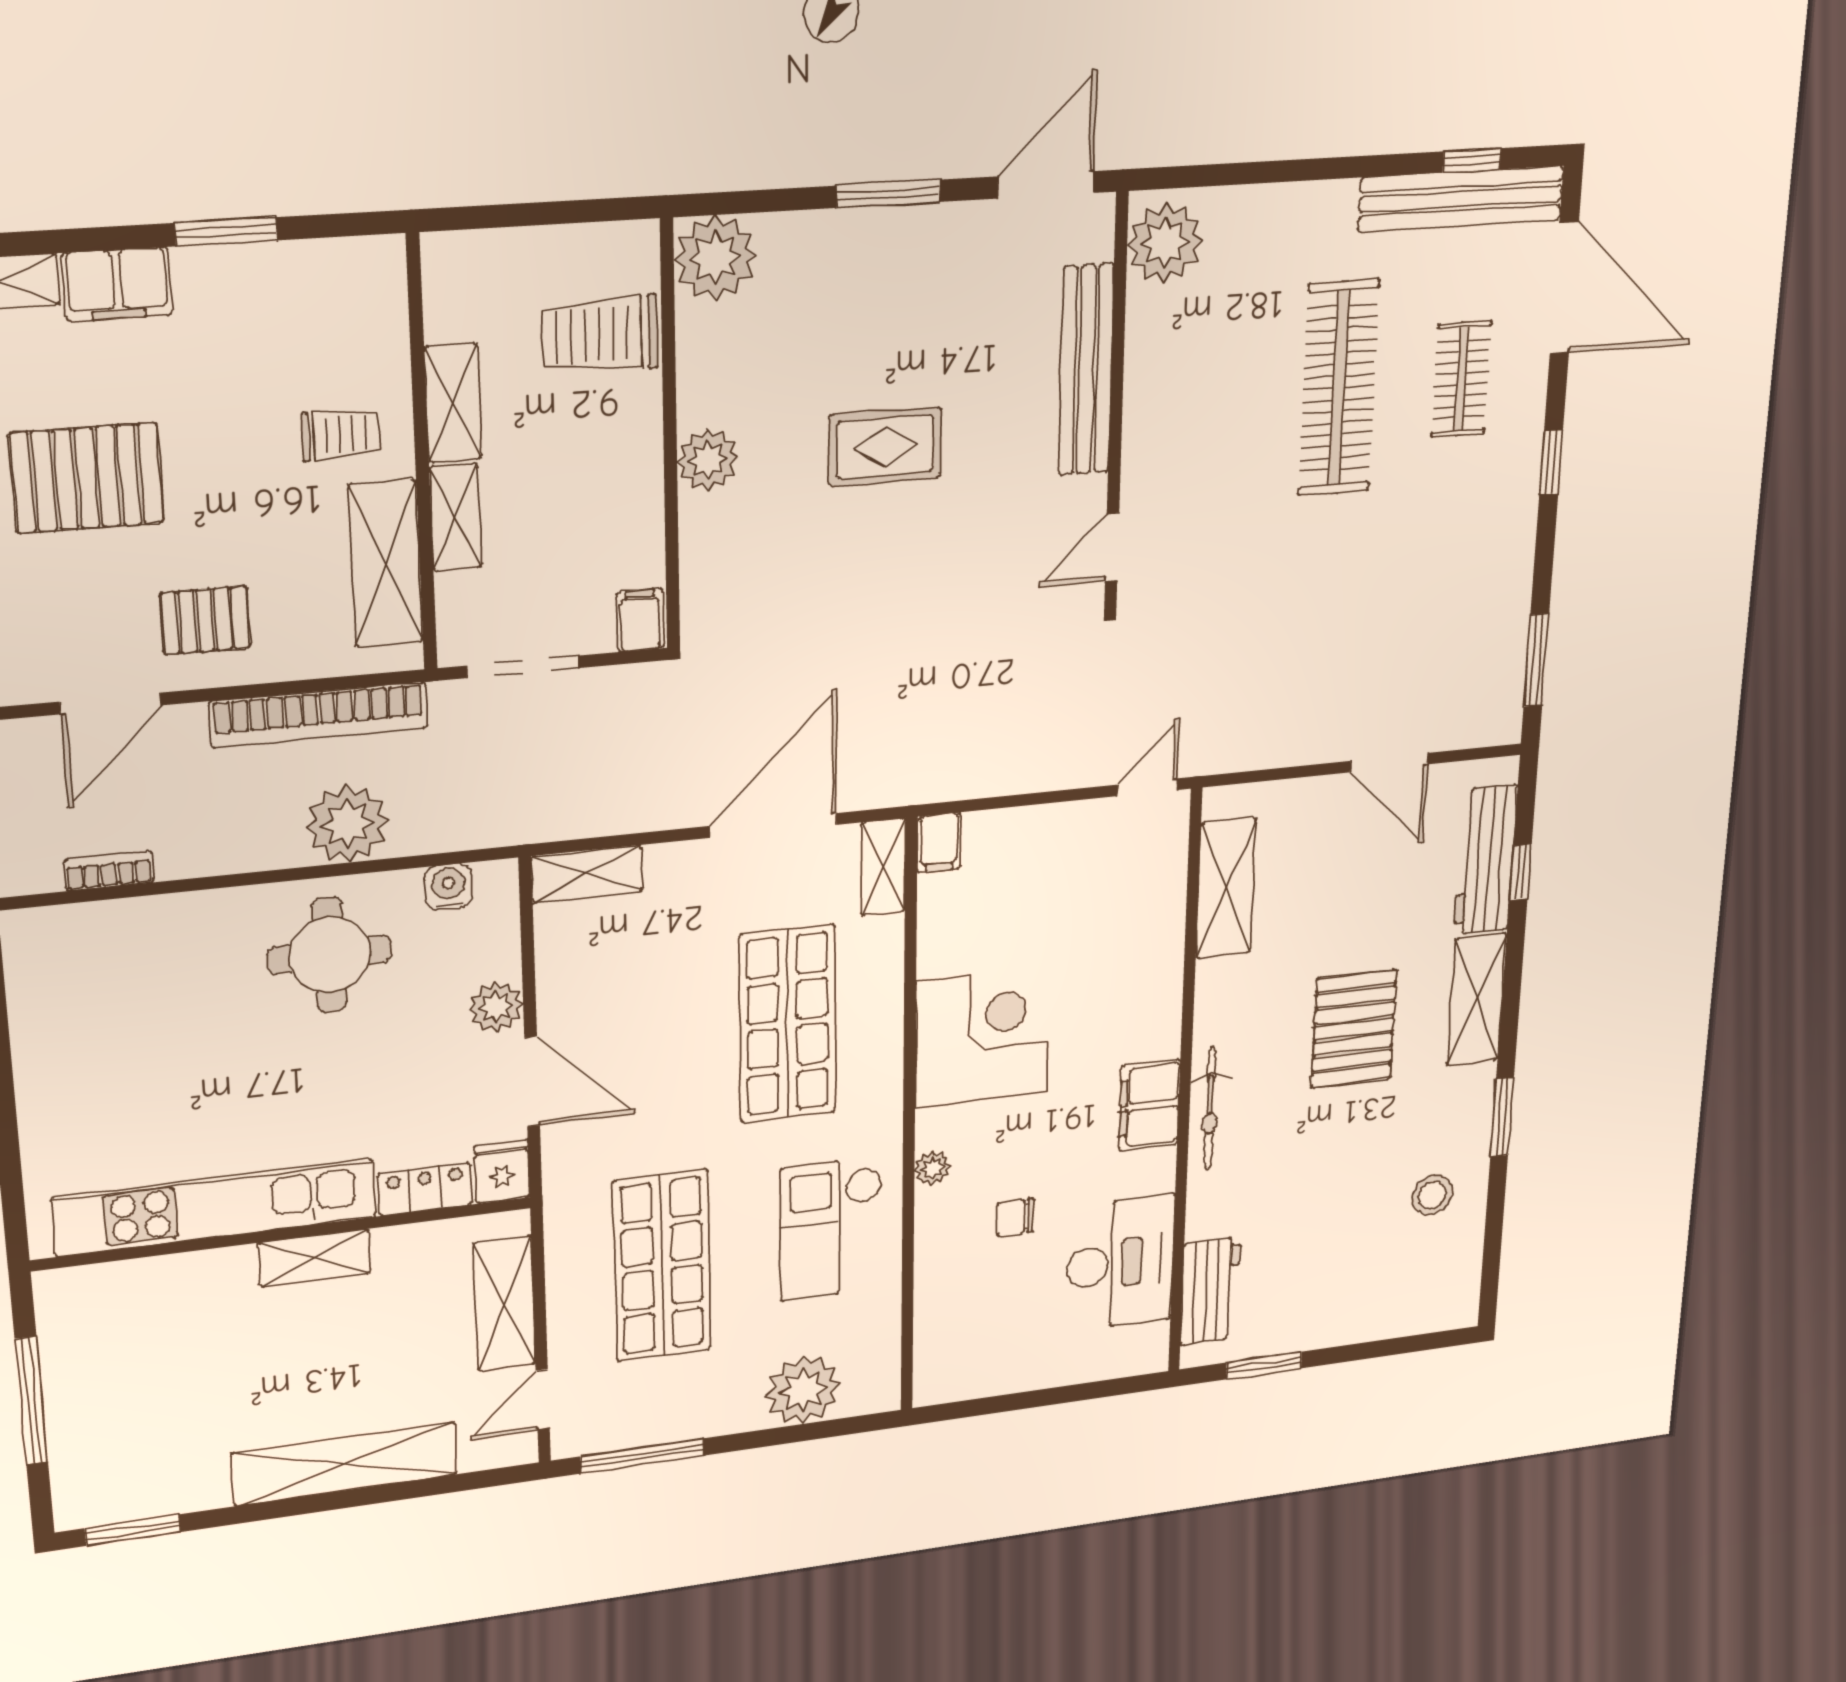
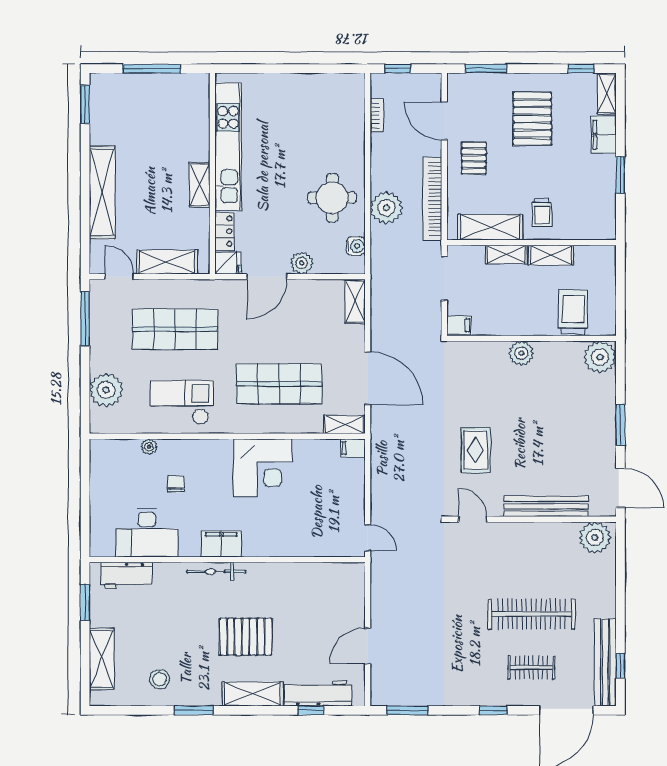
rug: (885, 447) -> (476, 450), moved
shelving: (1226, 888) -> (102, 659), moved, turned 90
plant: (932, 1168) -> (149, 447), moved

